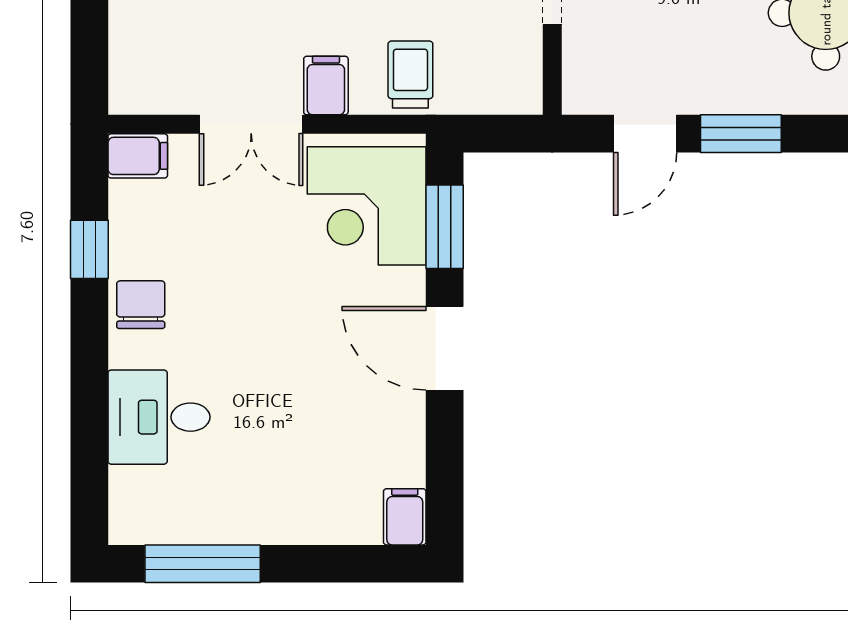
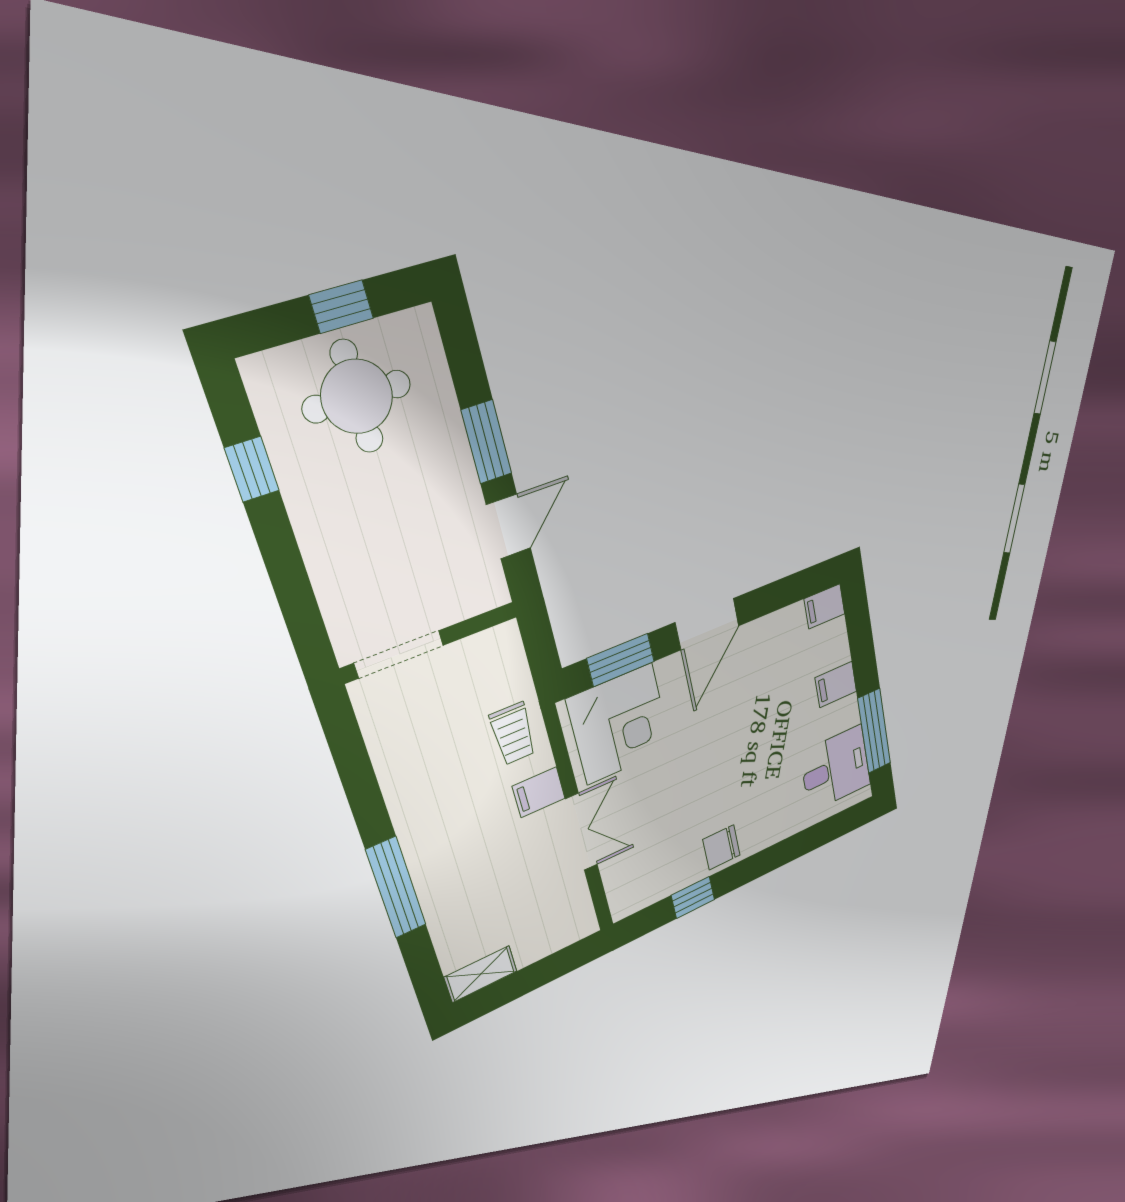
trolley: (410, 75) -> (513, 734), turned -90
door: (645, 134) -> (509, 526), hinge flipped
filing cabinet: (138, 156) -> (836, 685), moved, turned -90
desk: (159, 417) -> (835, 769), moved, turned -90

